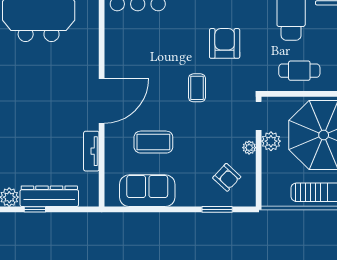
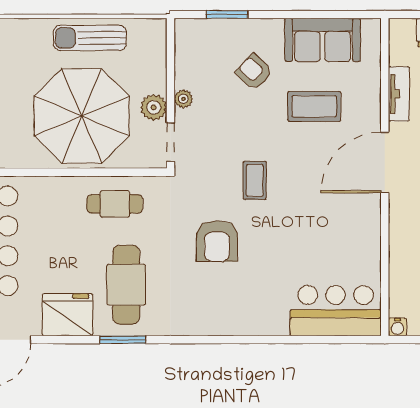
armchair: (227, 177) -> (254, 72), moved

